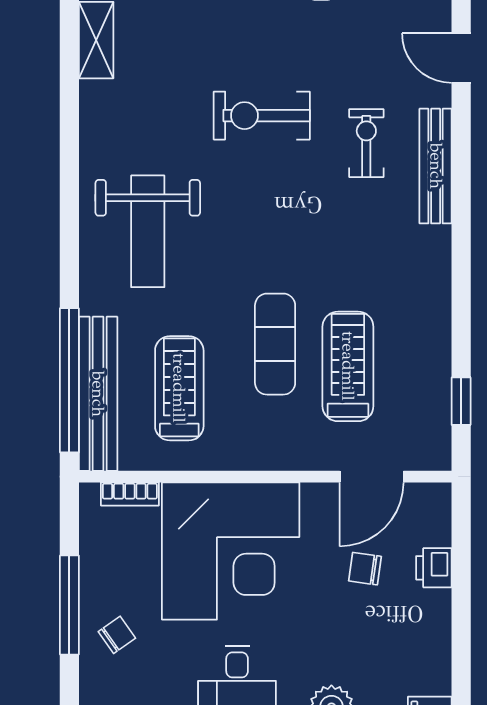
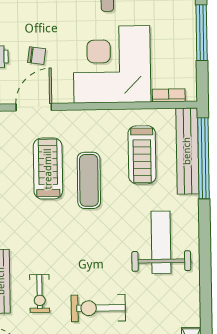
exercise bike: (262, 116) -> (98, 308), turned 180
treadmill: (348, 366) -> (48, 169), turned 180
chair: (117, 635) -> (175, 16), removed

